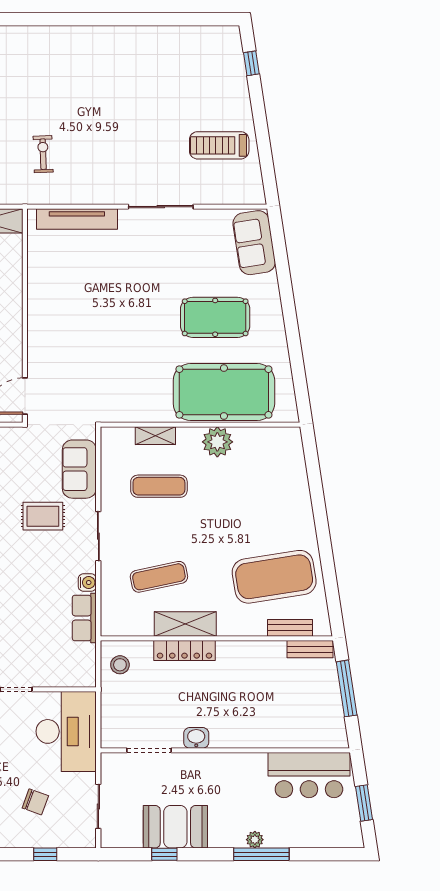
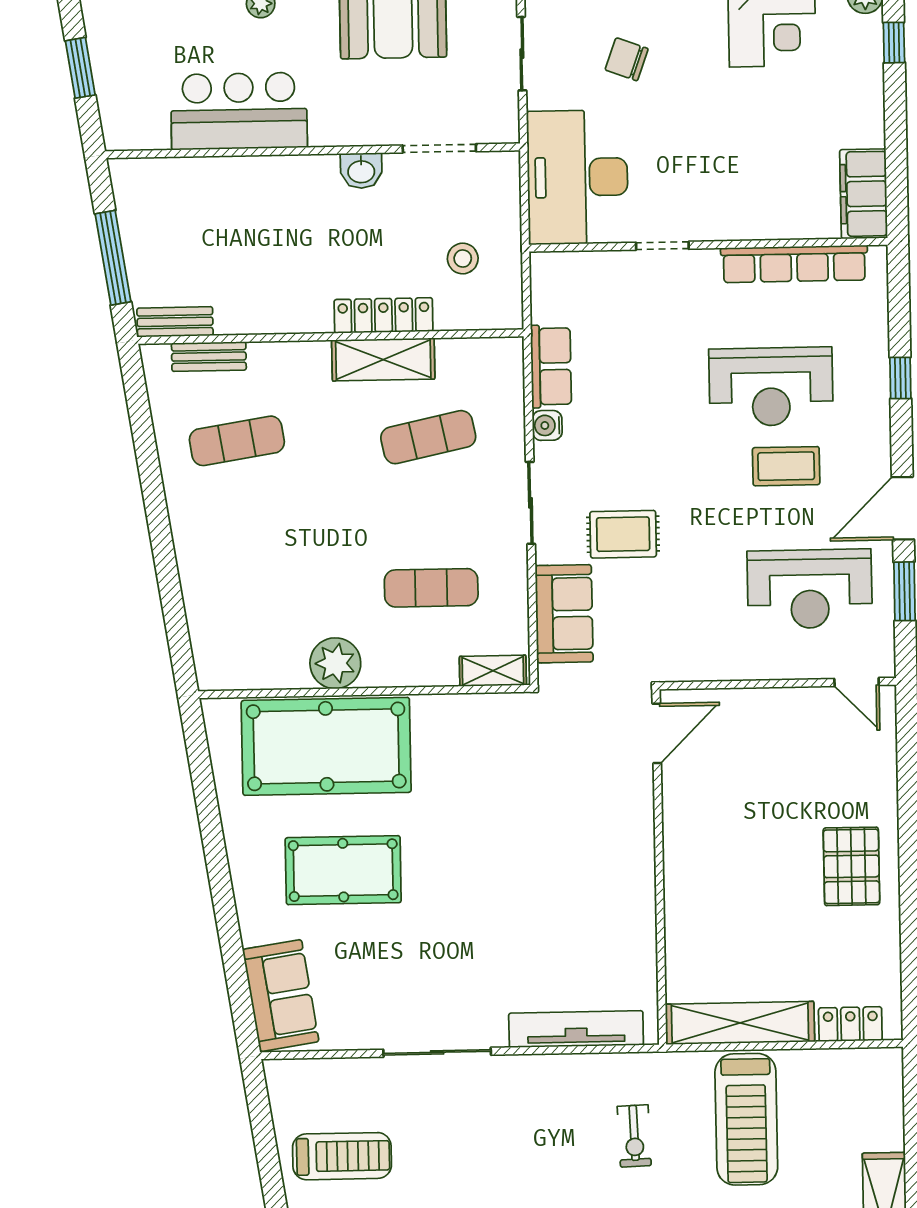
shelving: (155, 436) -> (493, 671), moved
exercise mat: (274, 577) -> (237, 441), width x0.50, depth x0.69
stool: (120, 665) -> (463, 259), moved
bar counter: (309, 775) -> (239, 111), moved

